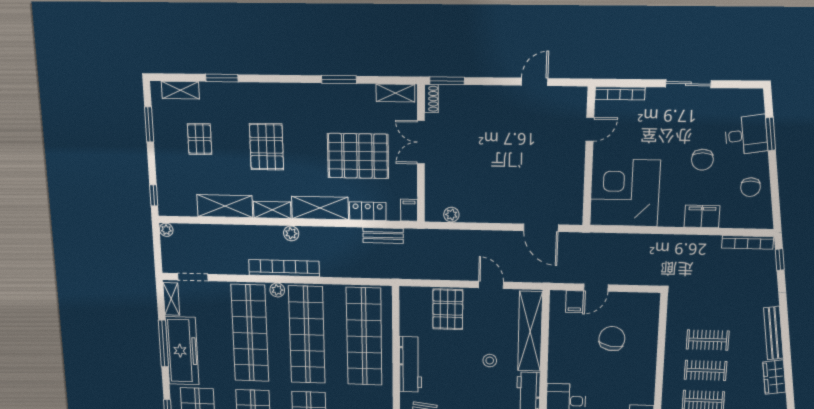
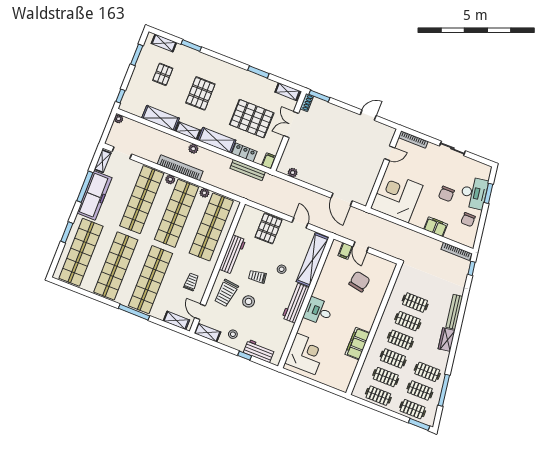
desk: (746, 135) -> (474, 193), width x1.37
bench: (383, 236) -> (248, 170), width x1.36
door: (596, 288) -> (361, 247), hinge flipped
plant: (334, 292) -> (204, 193), added
trolley: (459, 383) -> (257, 277), added

